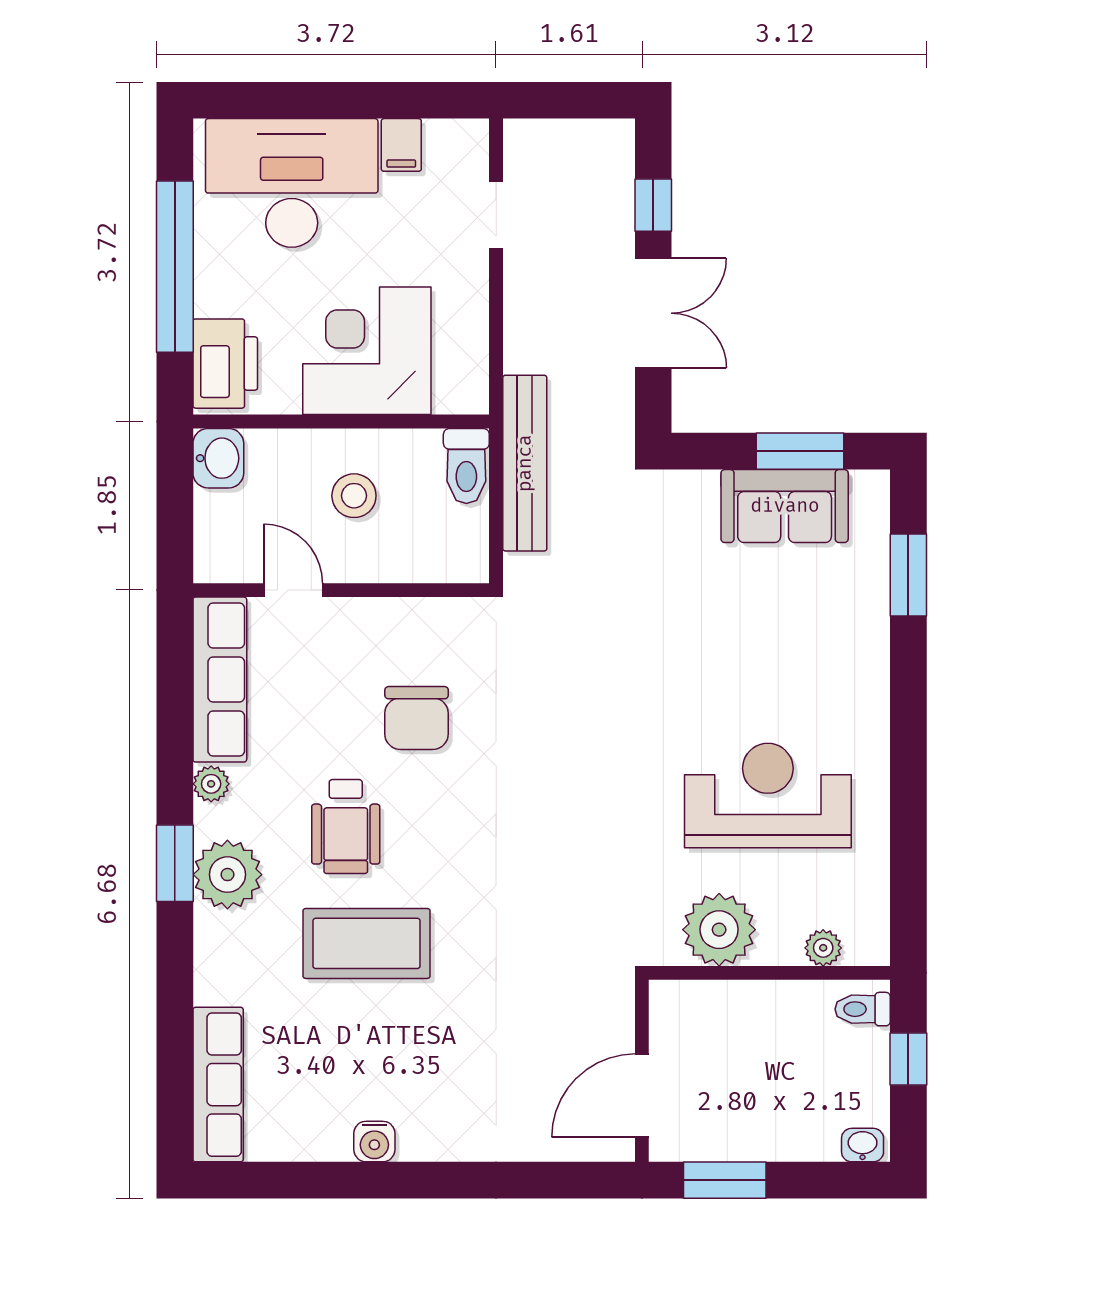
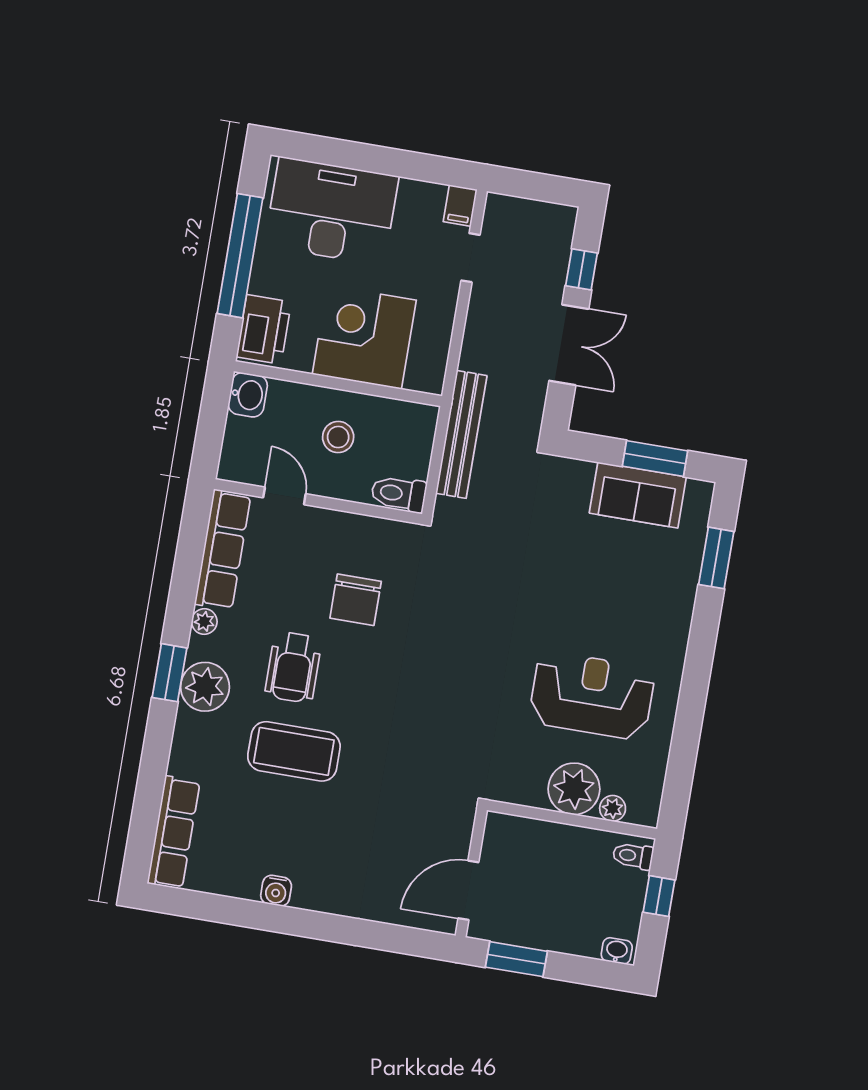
filing cabinet: (401, 145) -> (460, 206), moved
toilet: (466, 466) -> (399, 494), moved, turned 90
plant: (719, 930) -> (574, 789), moved

